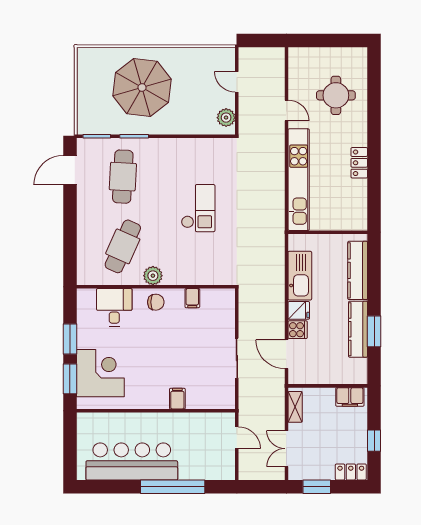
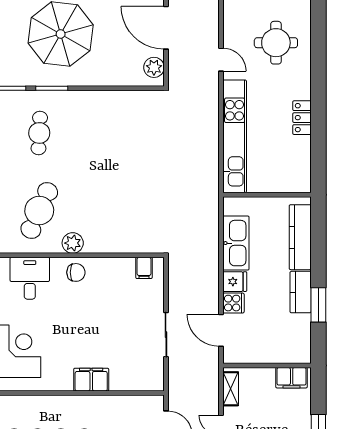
door: (237, 82) -> (166, 28), width x1.88
cafe table: (123, 177) -> (39, 133), width x0.73, depth x0.74
checkout: (198, 208) -> (123, 168), removed
filing cabinet: (192, 298) -> (144, 268), moved
kitchen counter: (358, 329) -> (301, 292), width x0.67
filing cabinet: (177, 399) -> (91, 380), width x2.00

